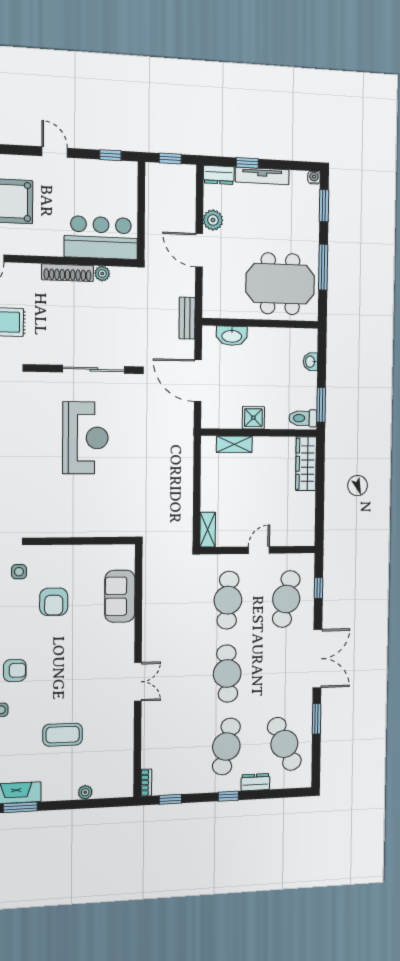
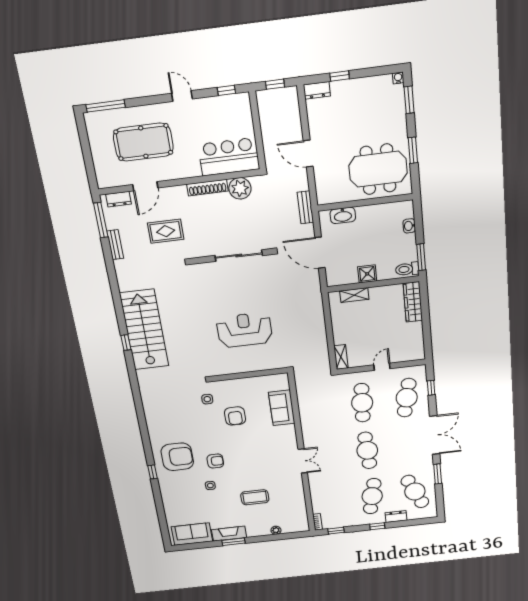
tv unit: (262, 176) -> (354, 85), removed
plant: (213, 220) -> (317, 128), removed
window: (323, 267) -> (413, 150), width x0.69
plant: (102, 274) -> (240, 188), width x1.88, depth x1.88
reception desk: (85, 438) -> (245, 330), moved, turned -90

